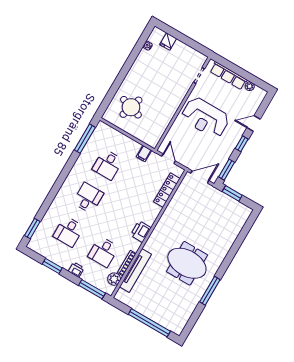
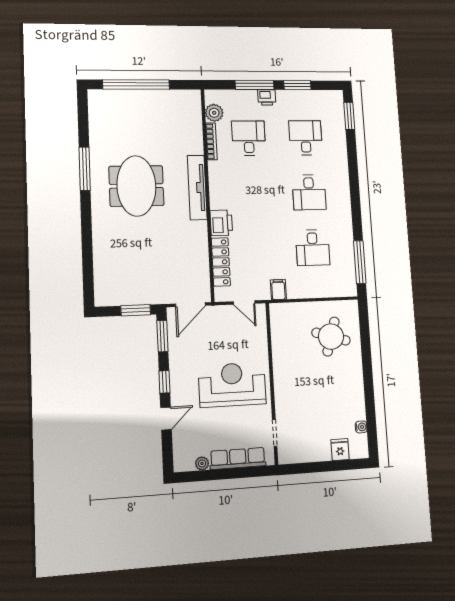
desk: (108, 165) -> (313, 248), turned 180
printer: (141, 232) -> (221, 223), moved
meeting table: (187, 263) -> (136, 186), turned 90
tv unit: (136, 271) -> (197, 187), moved
window: (92, 289) -> (255, 85), moved

